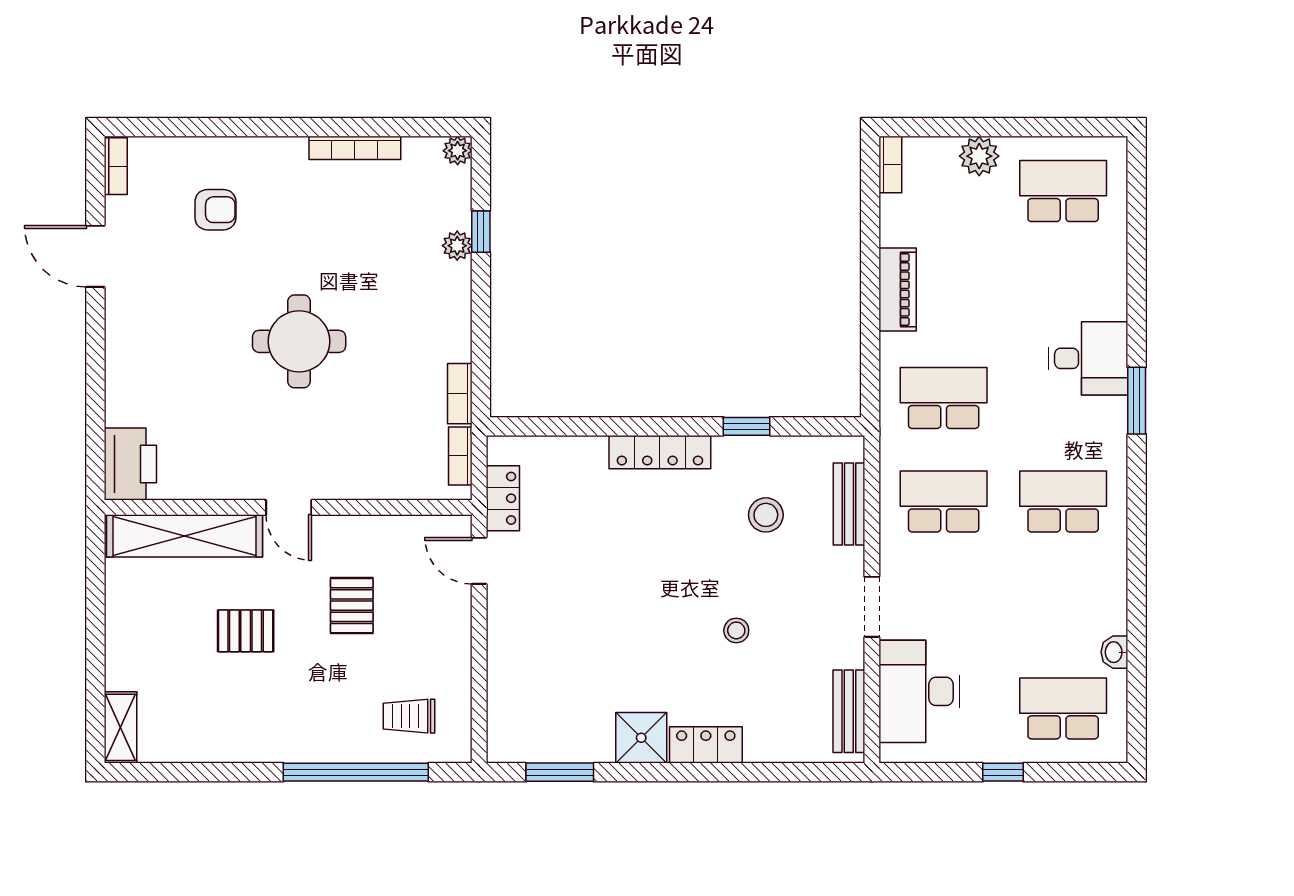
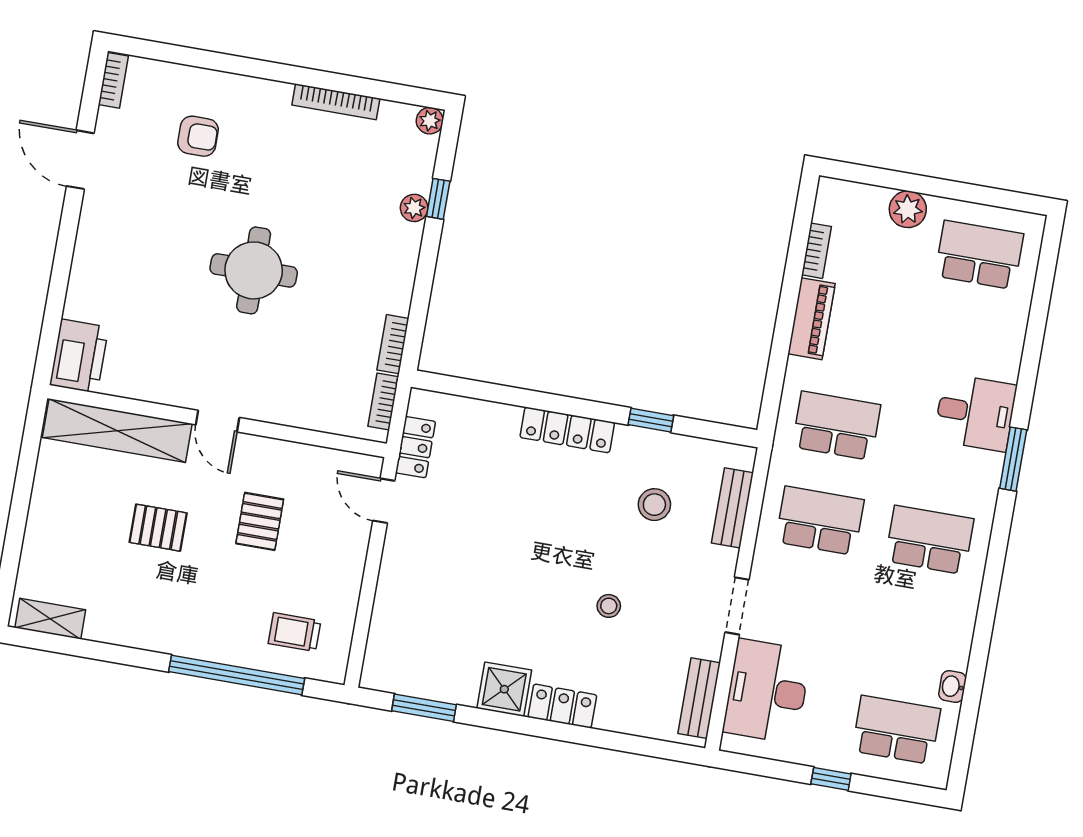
bookcase: (890, 165) -> (817, 251), moved
shelving: (120, 727) -> (50, 619), moved, turned 90

